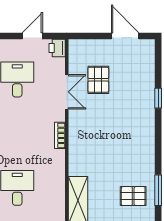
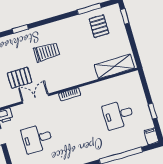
trolley: (120, 122) -> (46, 52), added

